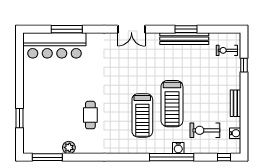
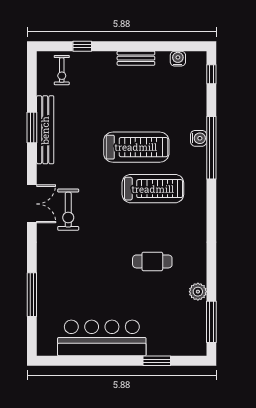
bar counter: (54, 45) -> (102, 338), moved, turned -90
exercise bike: (205, 130) -> (68, 210), moved

